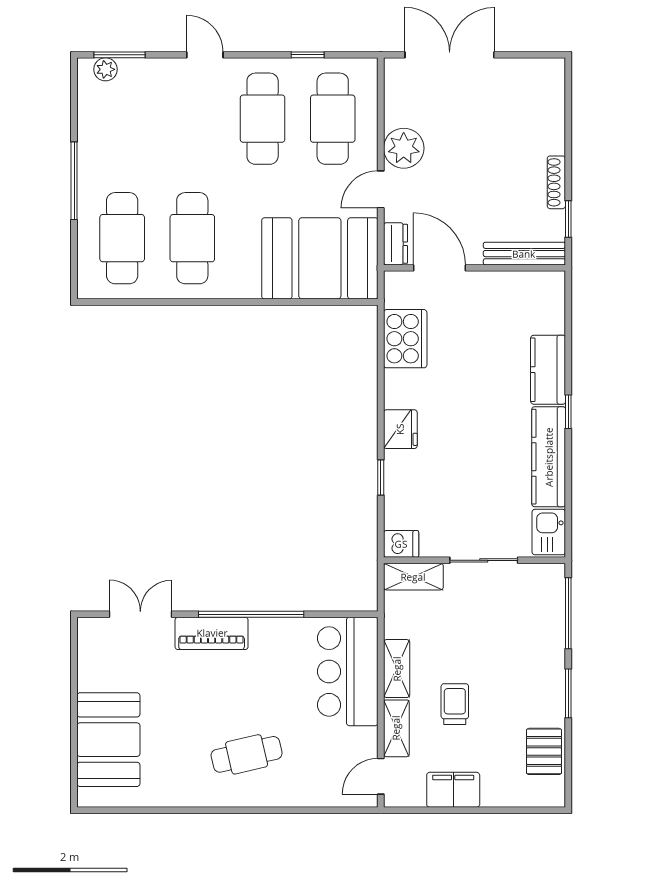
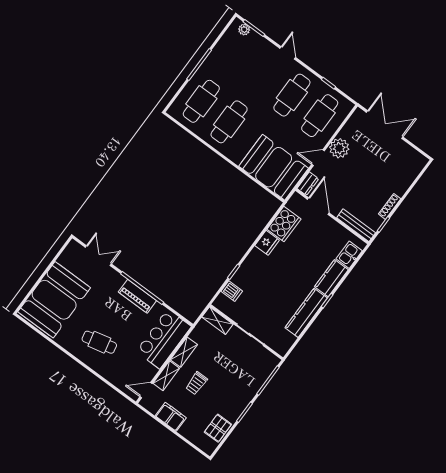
fridge: (400, 429) -> (267, 243), moved
kitchen sink: (549, 532) -> (349, 255), moved
dishwasher: (401, 544) -> (232, 291), moved
piano: (212, 633) -> (137, 296), moved
trolley: (455, 704) -> (196, 383), turned 180
booth: (108, 740) -> (54, 300), width x1.36, depth x1.42

